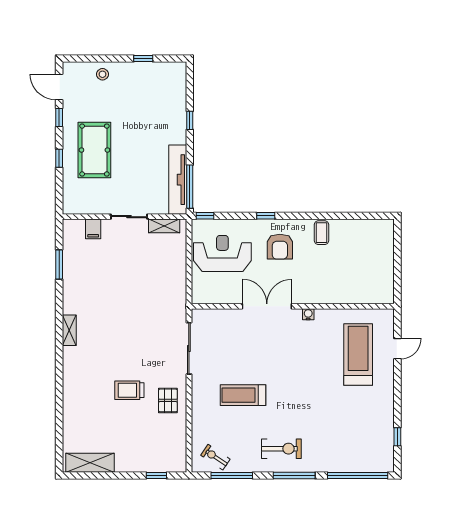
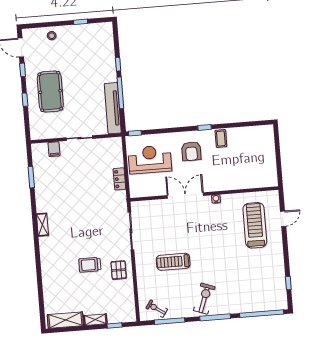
window: (190, 187) -> (120, 93), moved
window: (266, 216) -> (205, 127), moved
shelving: (164, 226) -> (95, 320), moved
locker: (179, 277) -> (119, 179), added
exercise bike: (281, 449) -> (204, 299), turned -70

